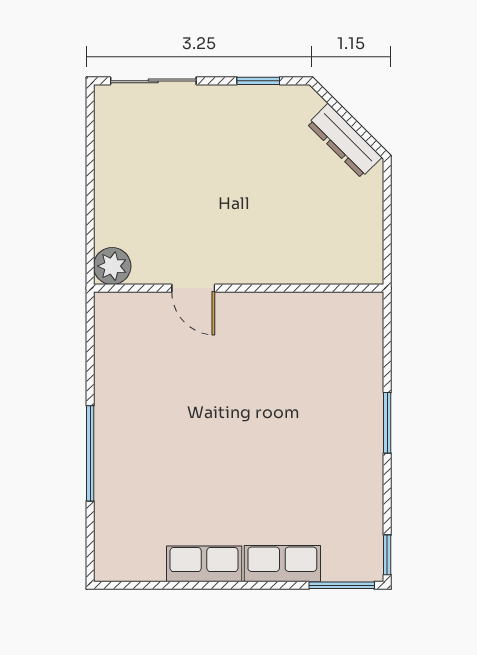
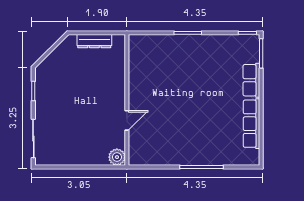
dresser: (345, 141) -> (94, 41), moved, turned 45
row of seats: (204, 564) -> (251, 124), width x1.48

